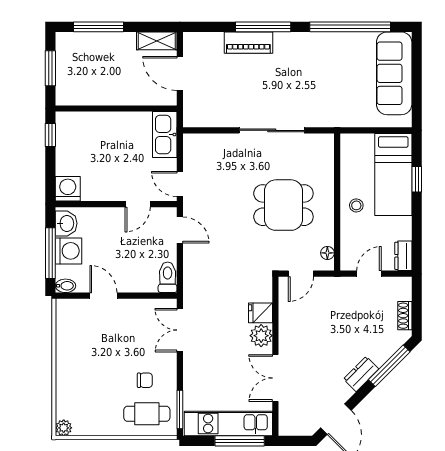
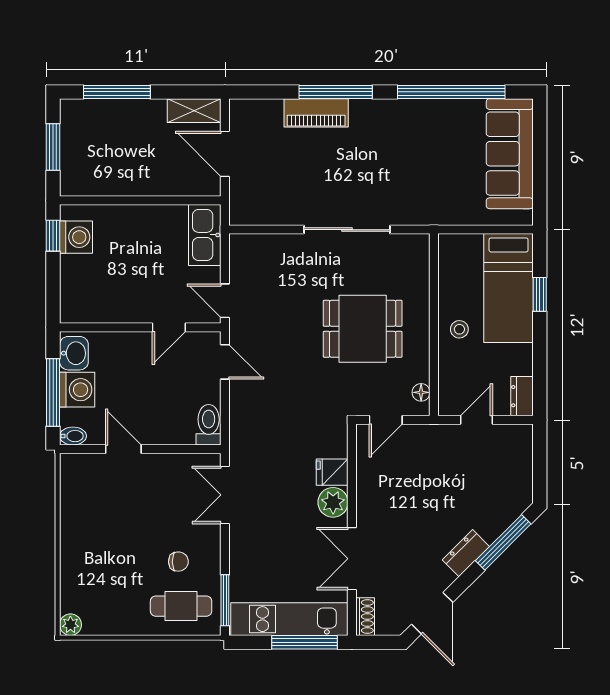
washing machine: (68, 189) -> (76, 237), moved, turned 90
shoe rack: (405, 316) -> (365, 617), moved, turned 180

